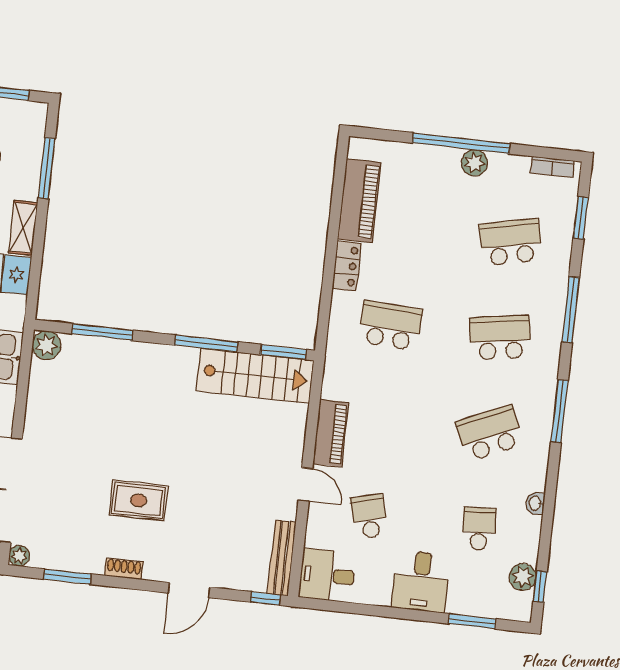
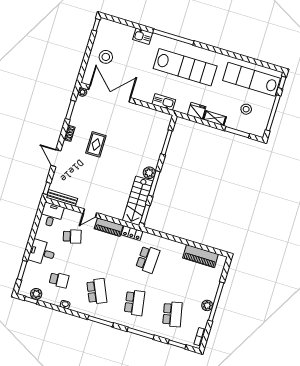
locker: (347, 266) -> (132, 233), moved
plant: (47, 345) -> (149, 173), moved

